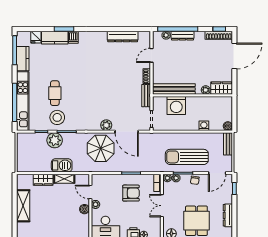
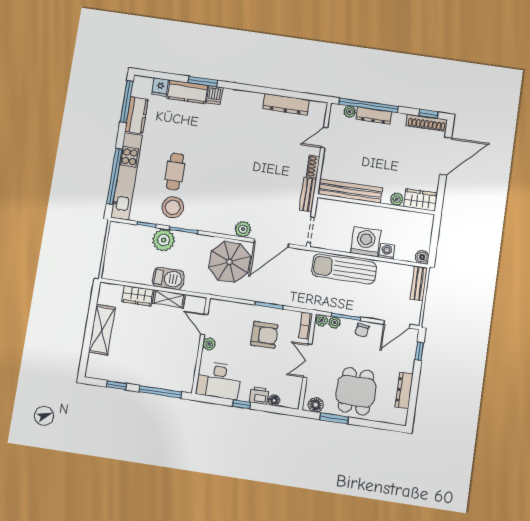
washing machine: (176, 105) -> (366, 242), moved, turned 180
door: (127, 132) -> (272, 243), hinge flipped
sun lounger: (187, 157) -> (344, 269), moved
boiler: (84, 209) -> (192, 349), removed

